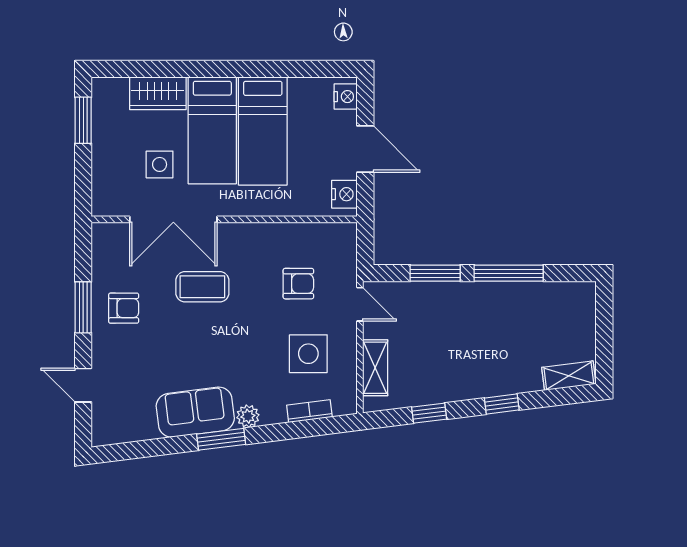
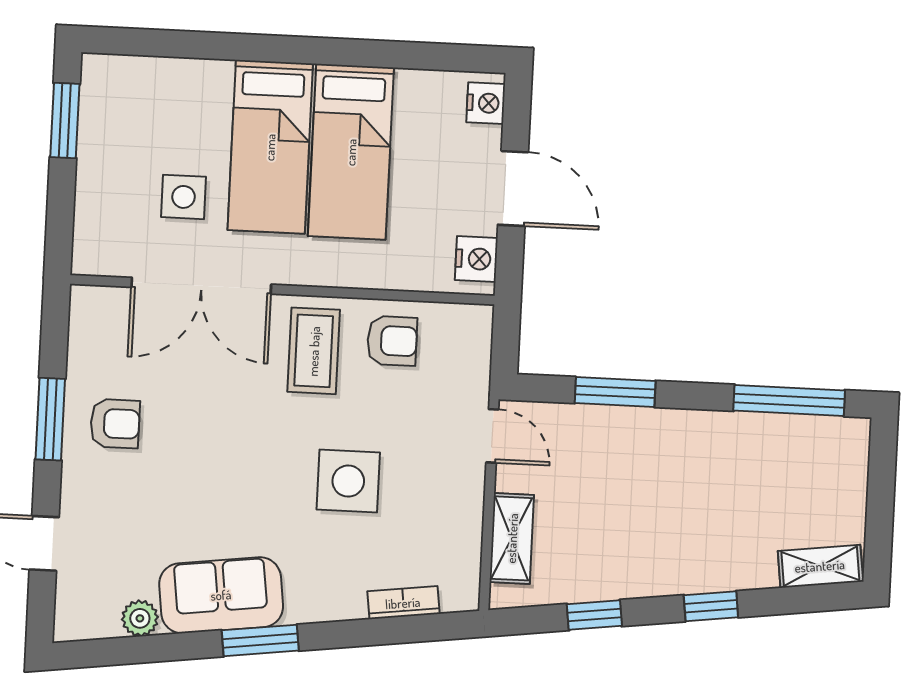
wardrobe: (158, 93) -> (186, 83), removed
window: (509, 273) -> (789, 401), moved
armchair: (298, 284) -> (392, 341), moved
coffee table: (202, 287) -> (314, 351), moved, turned 90
side table: (308, 354) -> (348, 481), moved
plant: (248, 416) -> (140, 618), moved

